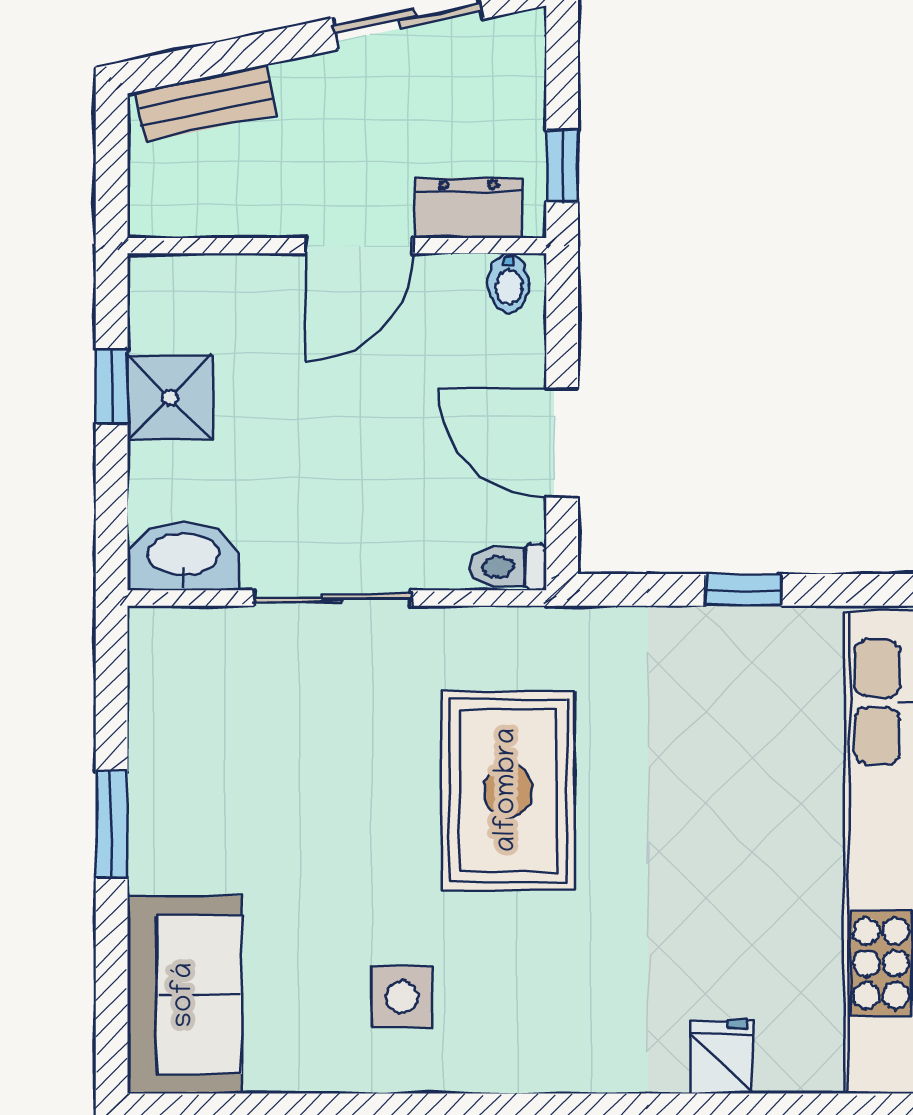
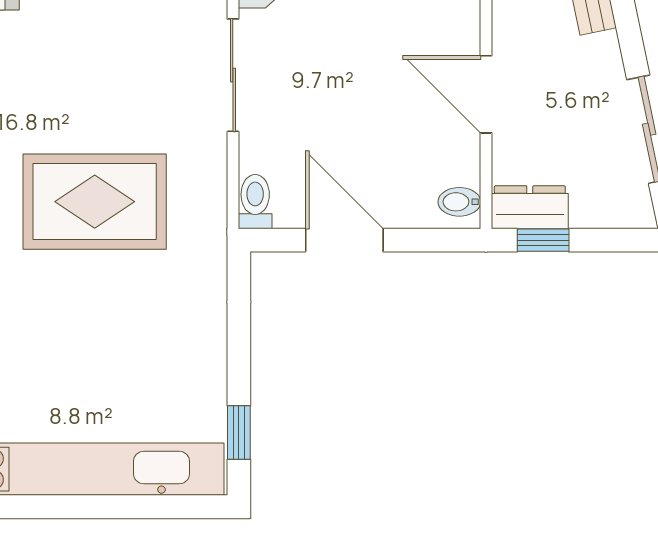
dresser: (468, 208) -> (530, 207), moved, turned -90
door: (562, 443) -> (344, 240), hinge flipped
window: (743, 590) -> (239, 432), moved

